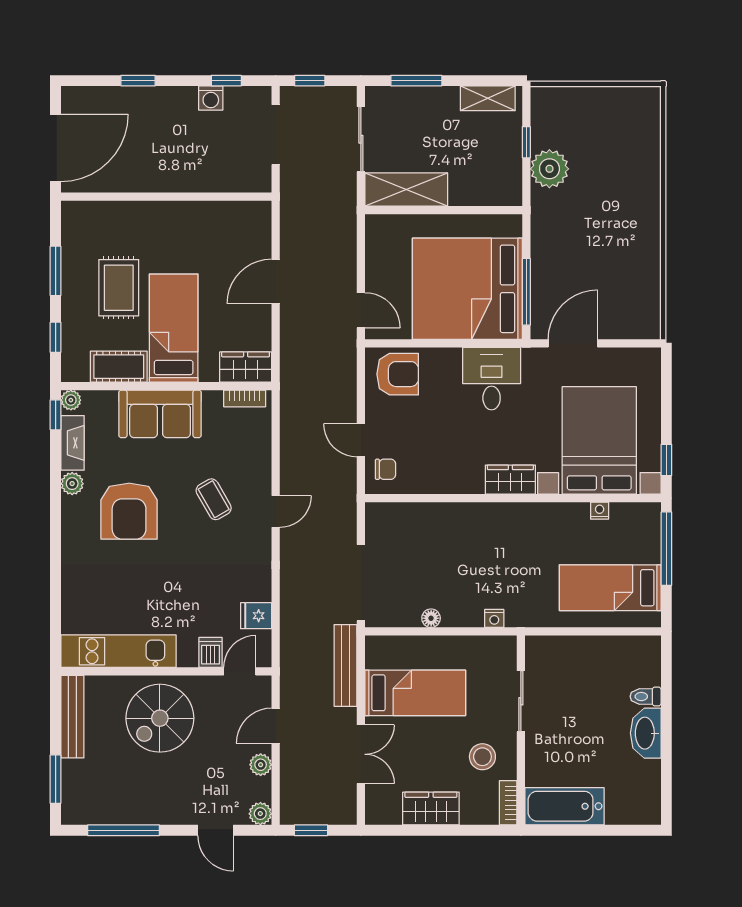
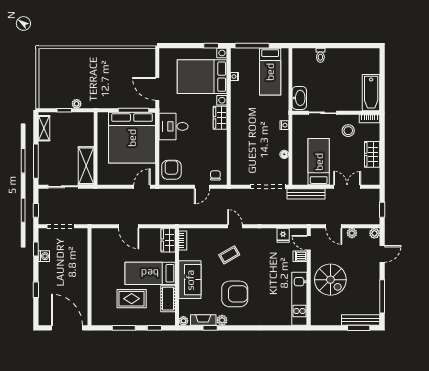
window: (416, 81) -> (36, 161), width x1.44
plant: (549, 169) -> (77, 104), width x0.53, depth x0.53
window: (56, 415) -> (210, 328), moved
bench: (72, 717) -> (361, 320), moved
washbasin: (646, 733) -> (299, 98), moved, turned -90

